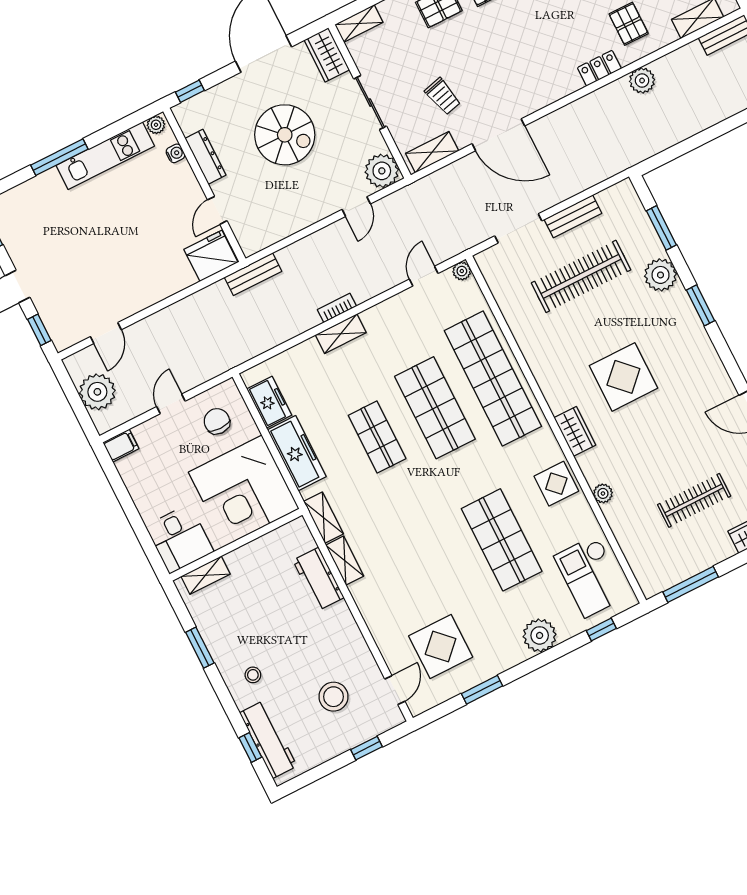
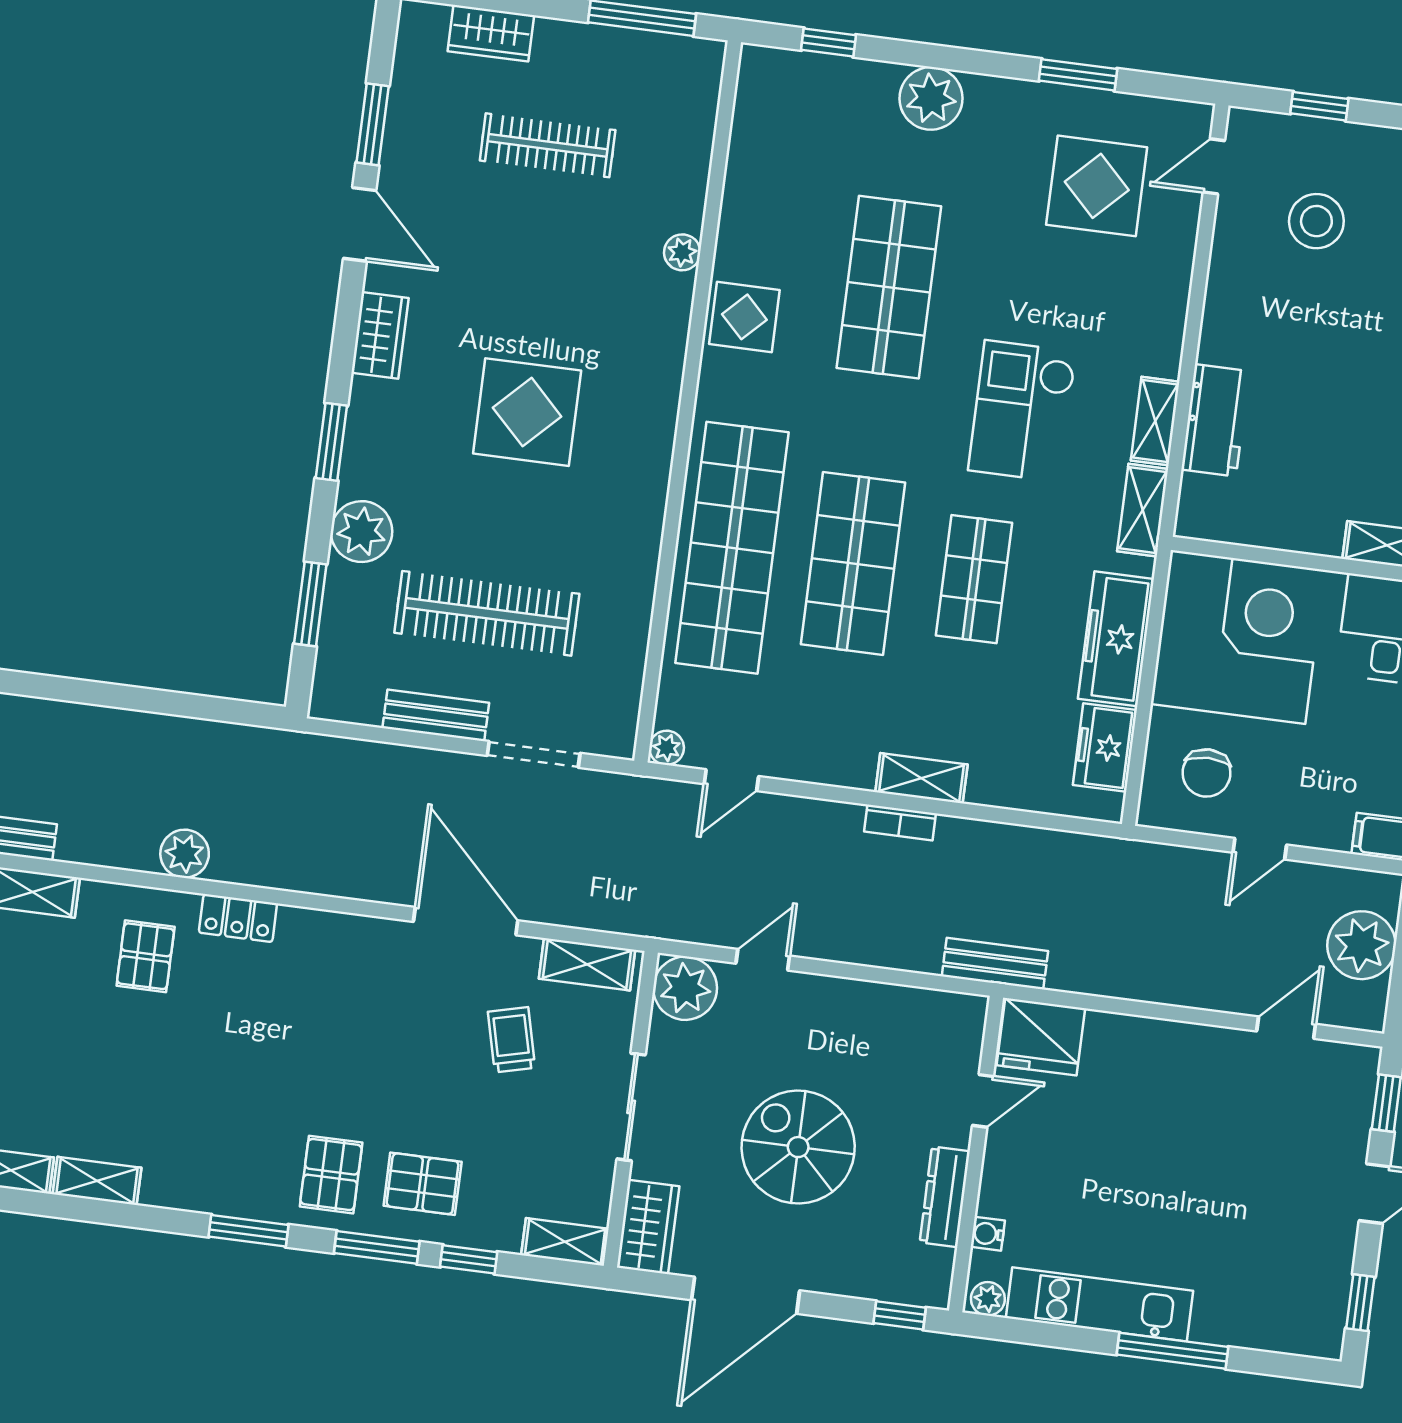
wardrobe: (575, 431) -> (380, 335), moved, turned 180
checkout: (591, 576) -> (1022, 411), moved, turned 180

